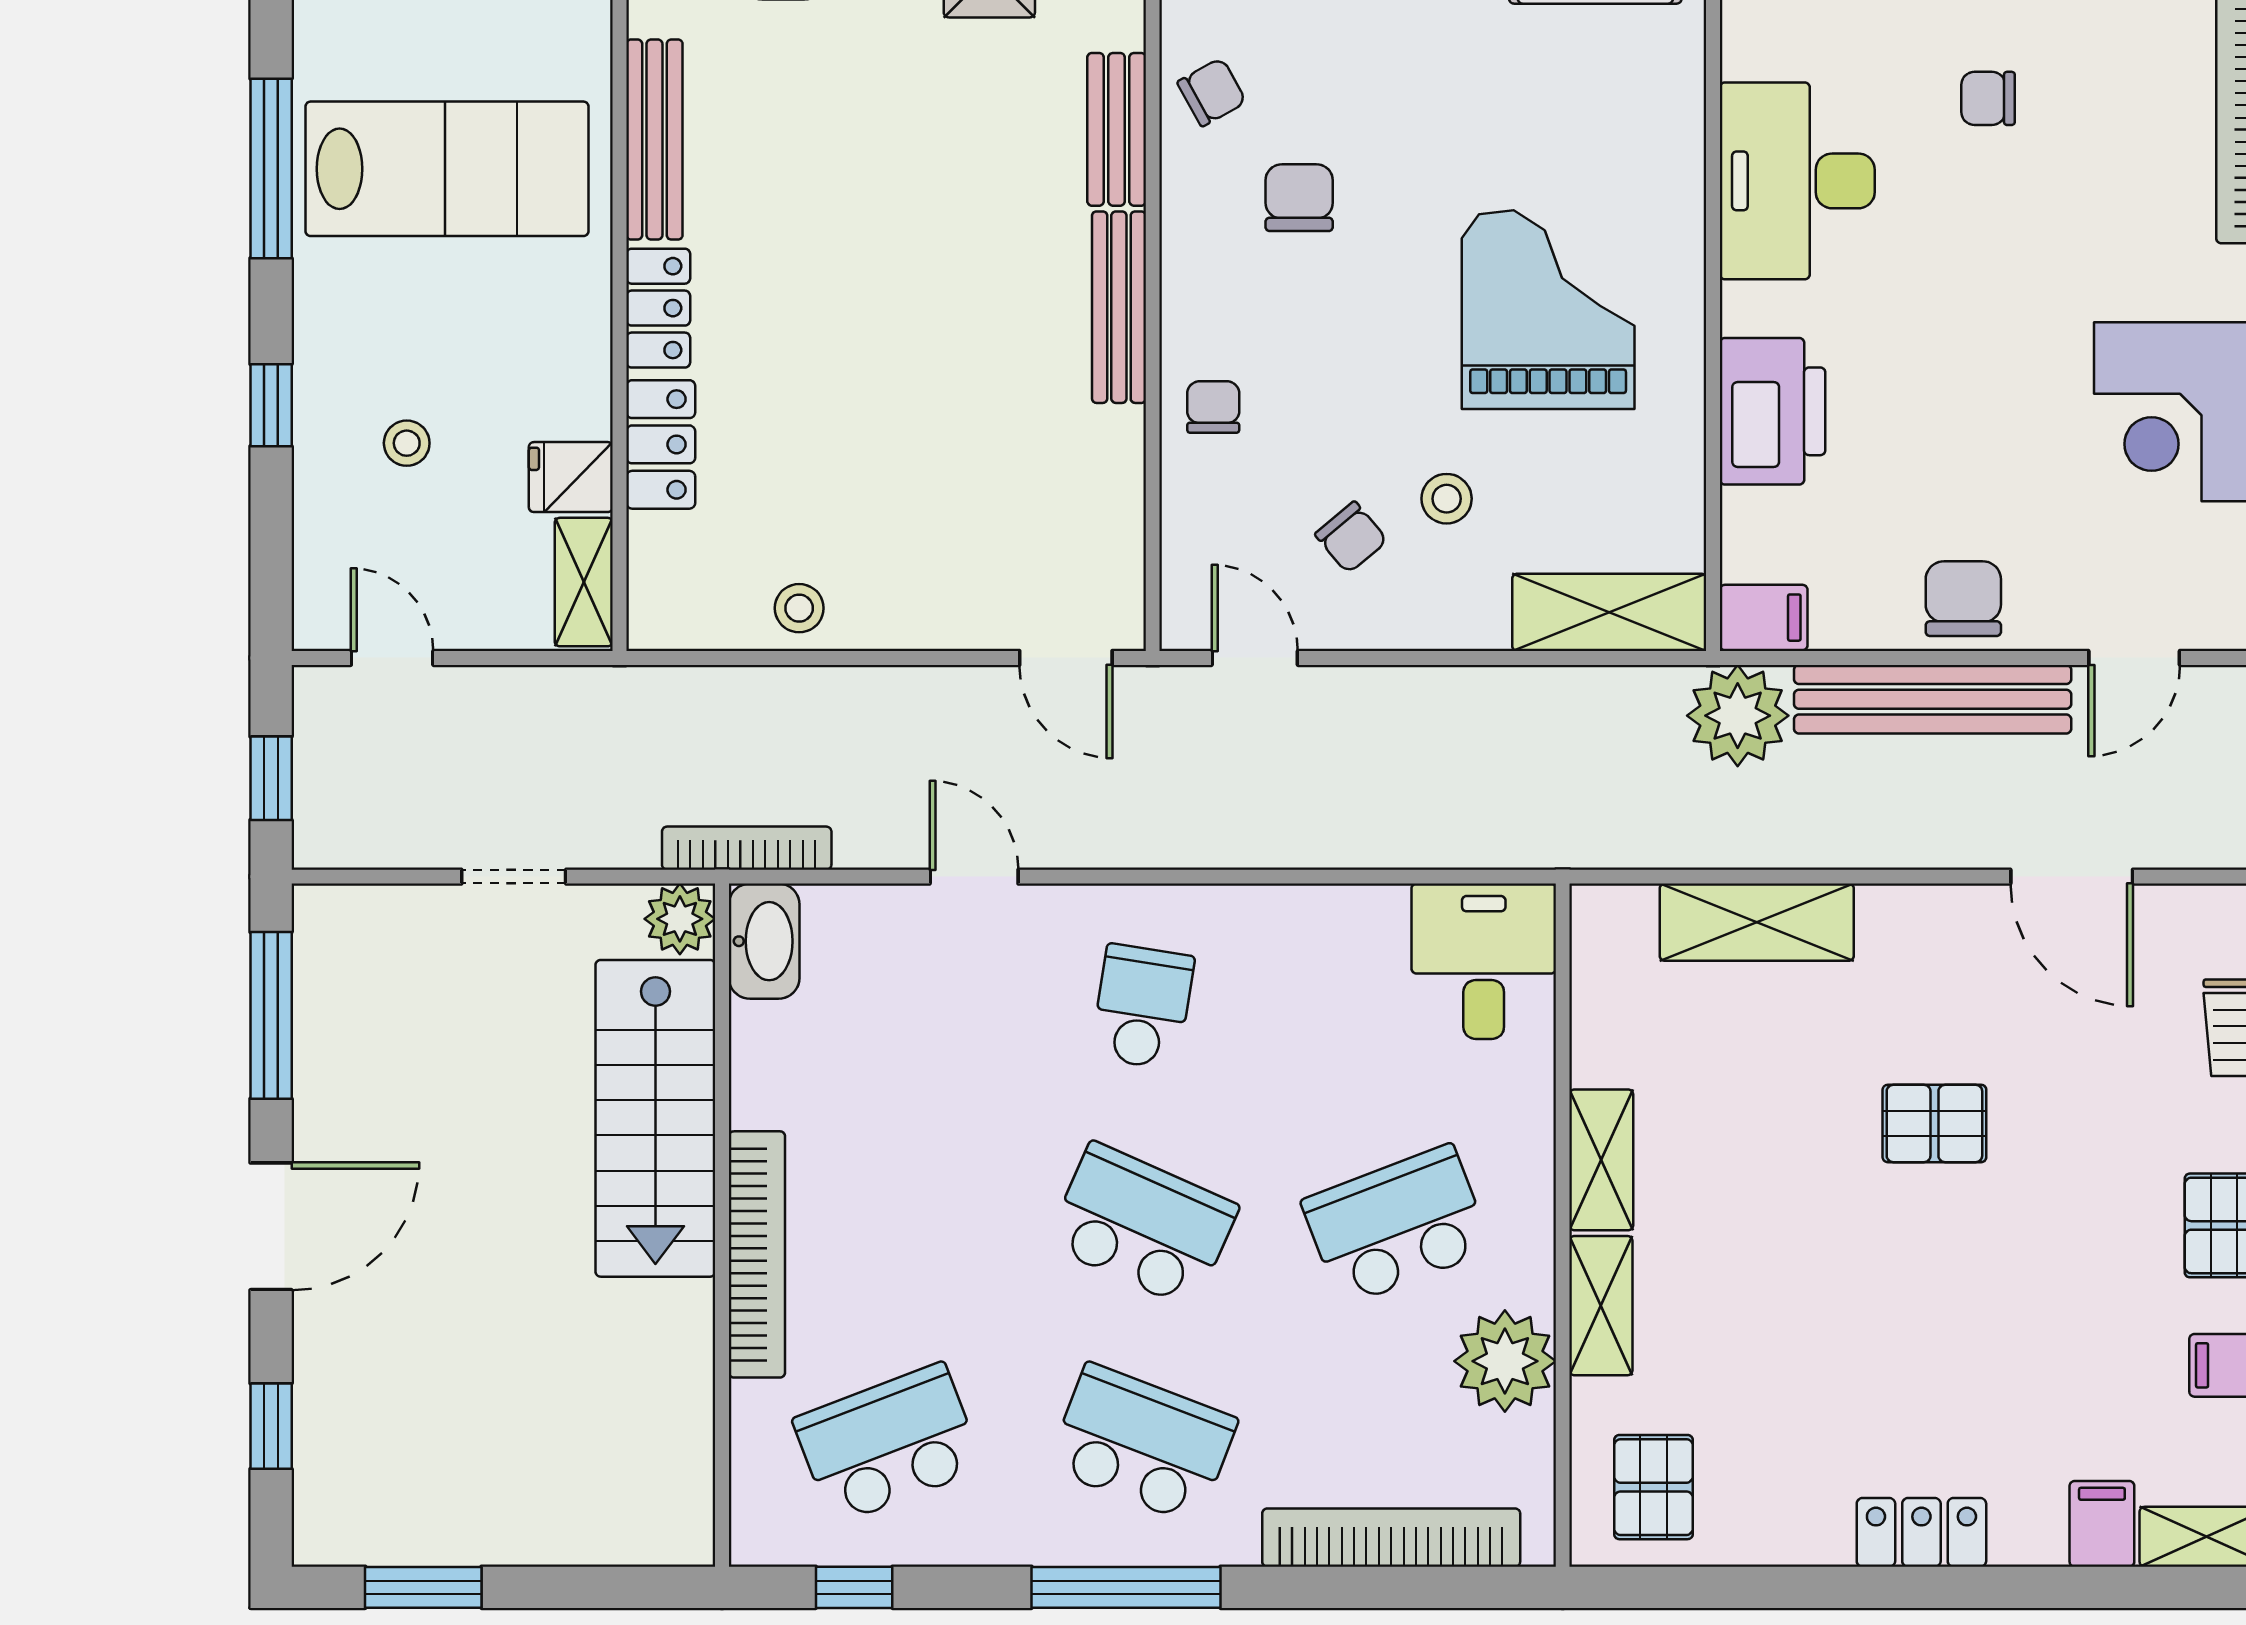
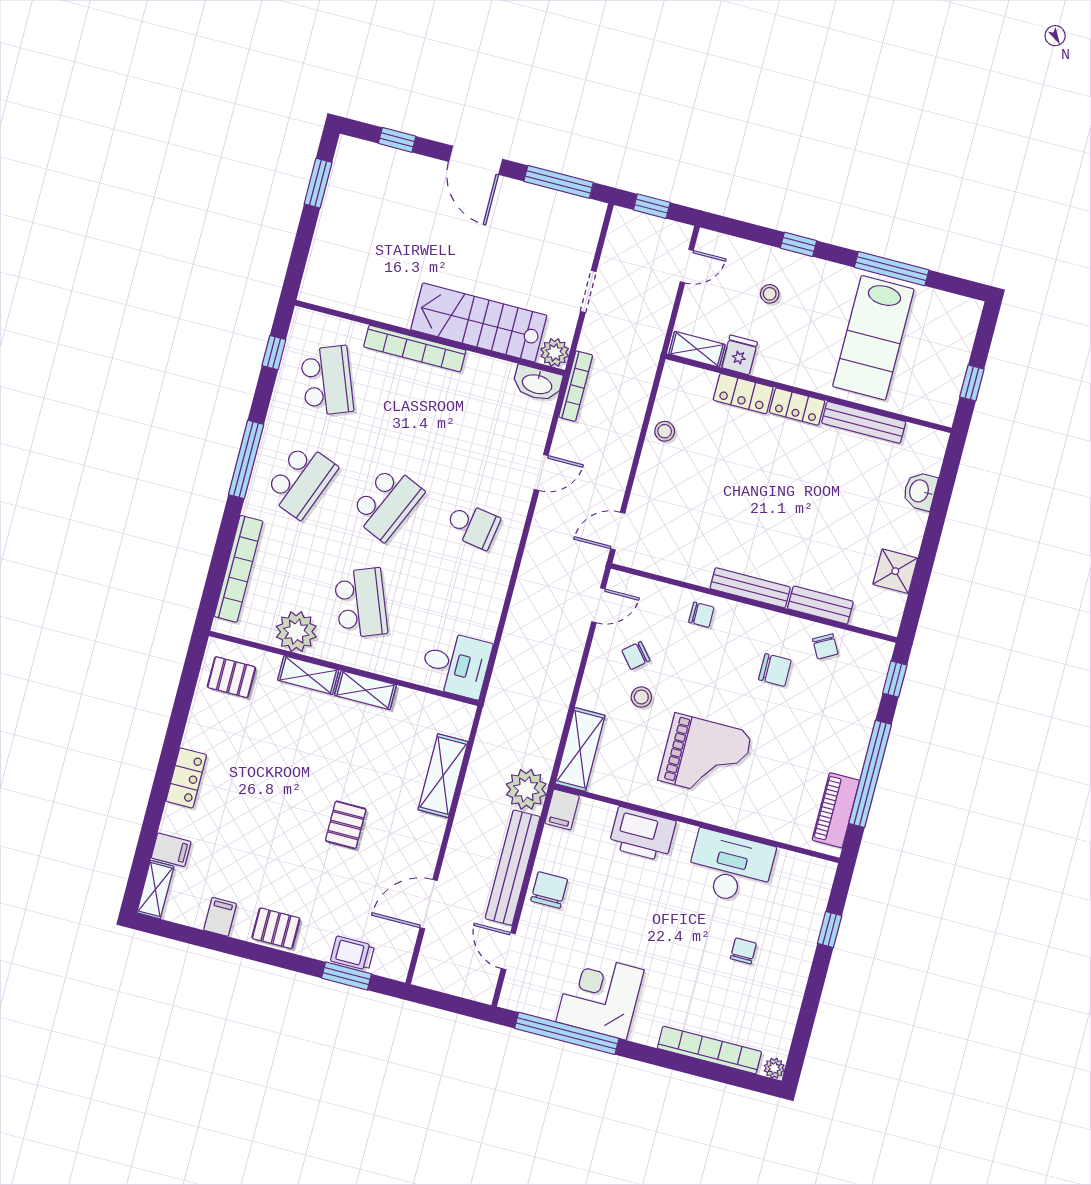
chair: (1963, 599) -> (549, 890), turned -90

